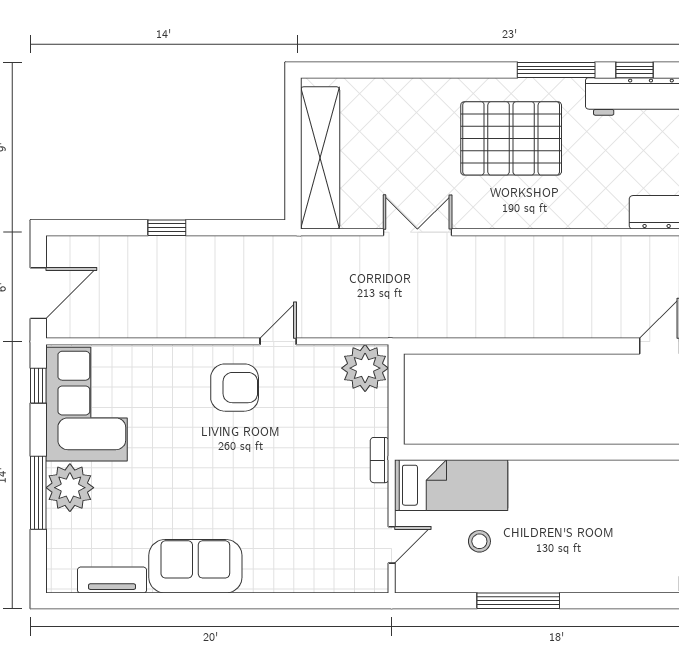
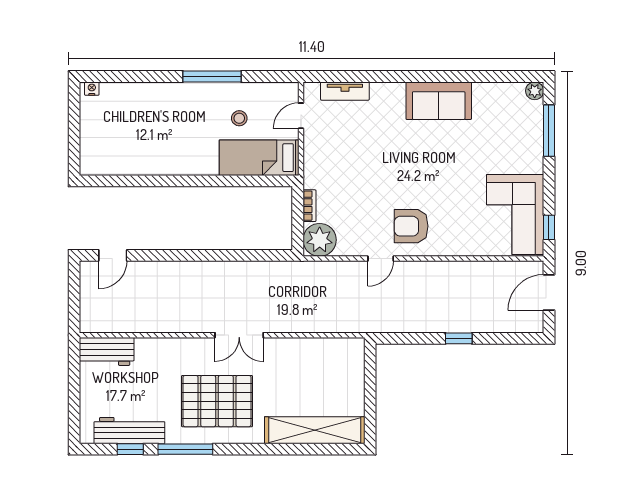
shelving: (320, 158) -> (315, 430), moved, turned 90
double door: (417, 232) -> (239, 335), moved
bookcase: (379, 460) -> (309, 206), moved
plant: (70, 488) -> (535, 91), moved, width x0.53, depth x0.53
window: (38, 493) -> (549, 131), moved
tv unit: (112, 580) -> (345, 91), moved

